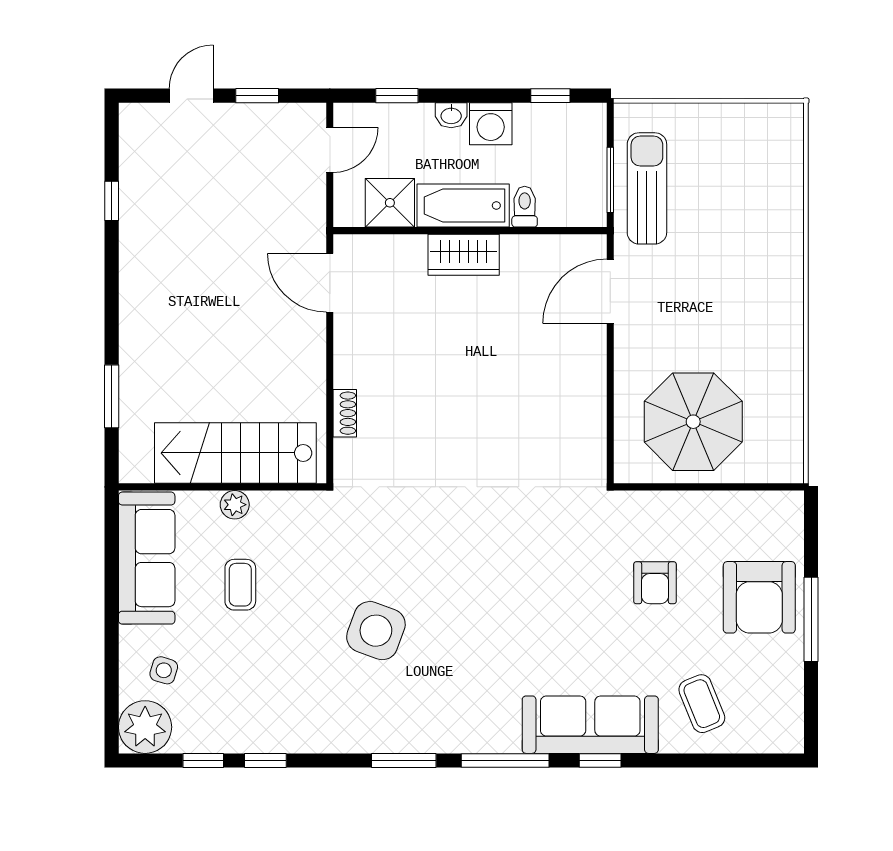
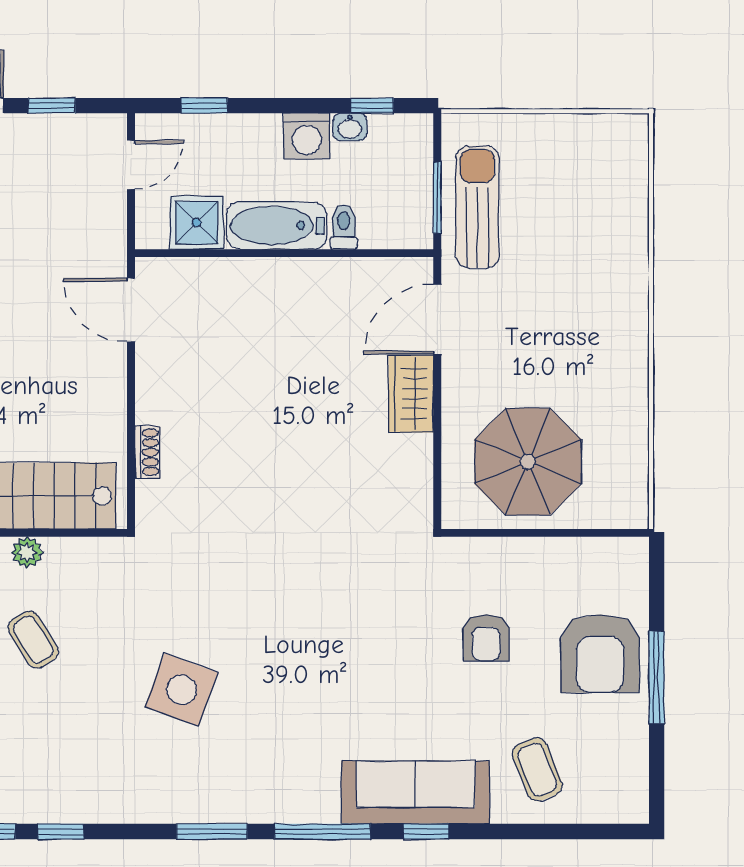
washbasin: (451, 115) -> (350, 127), moved
wardrobe: (464, 255) -> (411, 394), moved, turned 90
coffee table: (240, 585) -> (33, 640), turned -32

